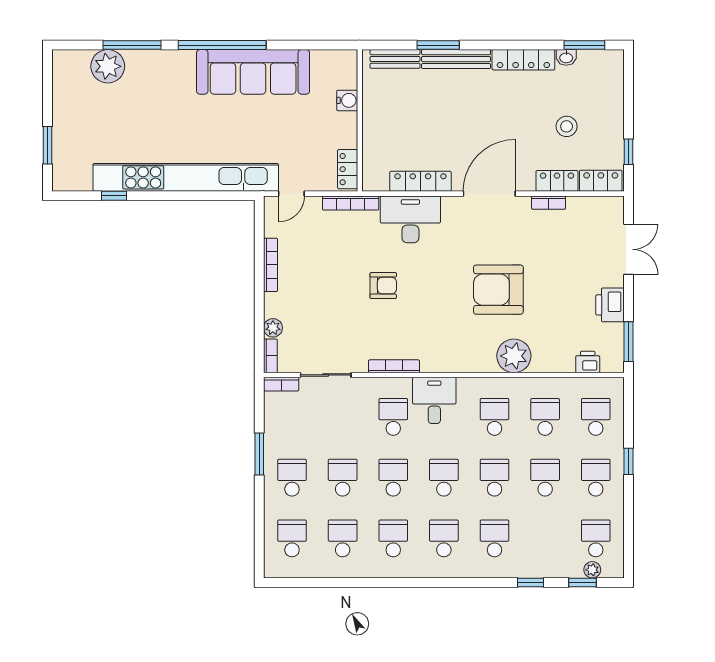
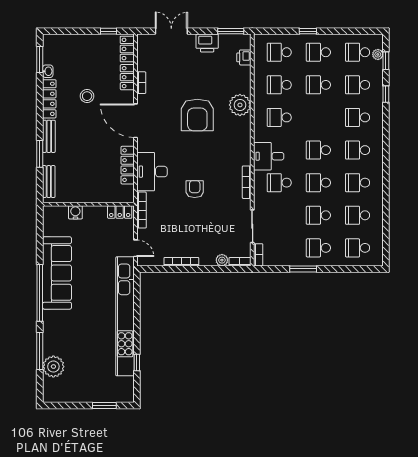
bench: (456, 59) -> (49, 136), width x0.73
stool: (567, 126) -> (87, 96), moved
school desk: (494, 478) -> (358, 85), moved

